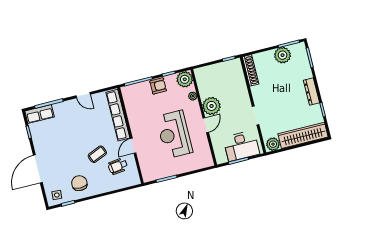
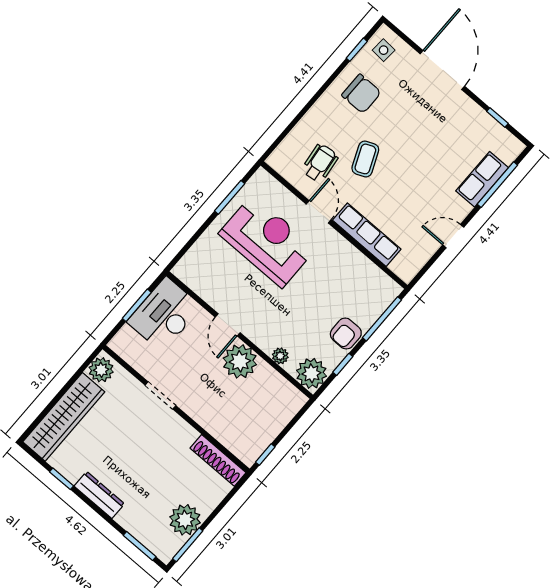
row of seats: (40, 114) -> (482, 179), moved
row of seats: (118, 115) -> (367, 235), width x0.73
reception desk: (174, 134) -> (267, 241), moved
desk: (241, 146) -> (164, 314), moved

